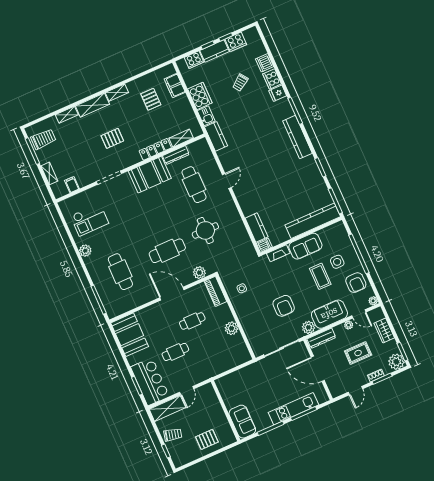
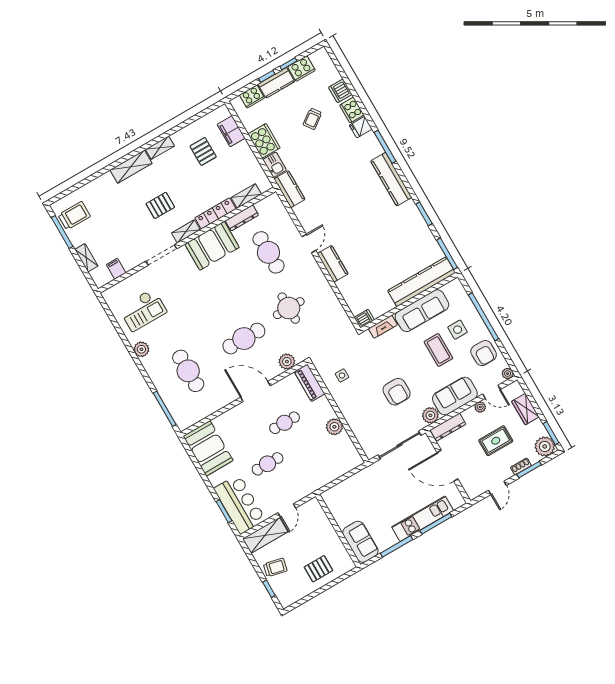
shelving: (67, 115) -> (186, 231), moved
kitchen counter: (257, 228) -> (333, 264), moved
sofa: (305, 246) -> (422, 311), width x1.36

